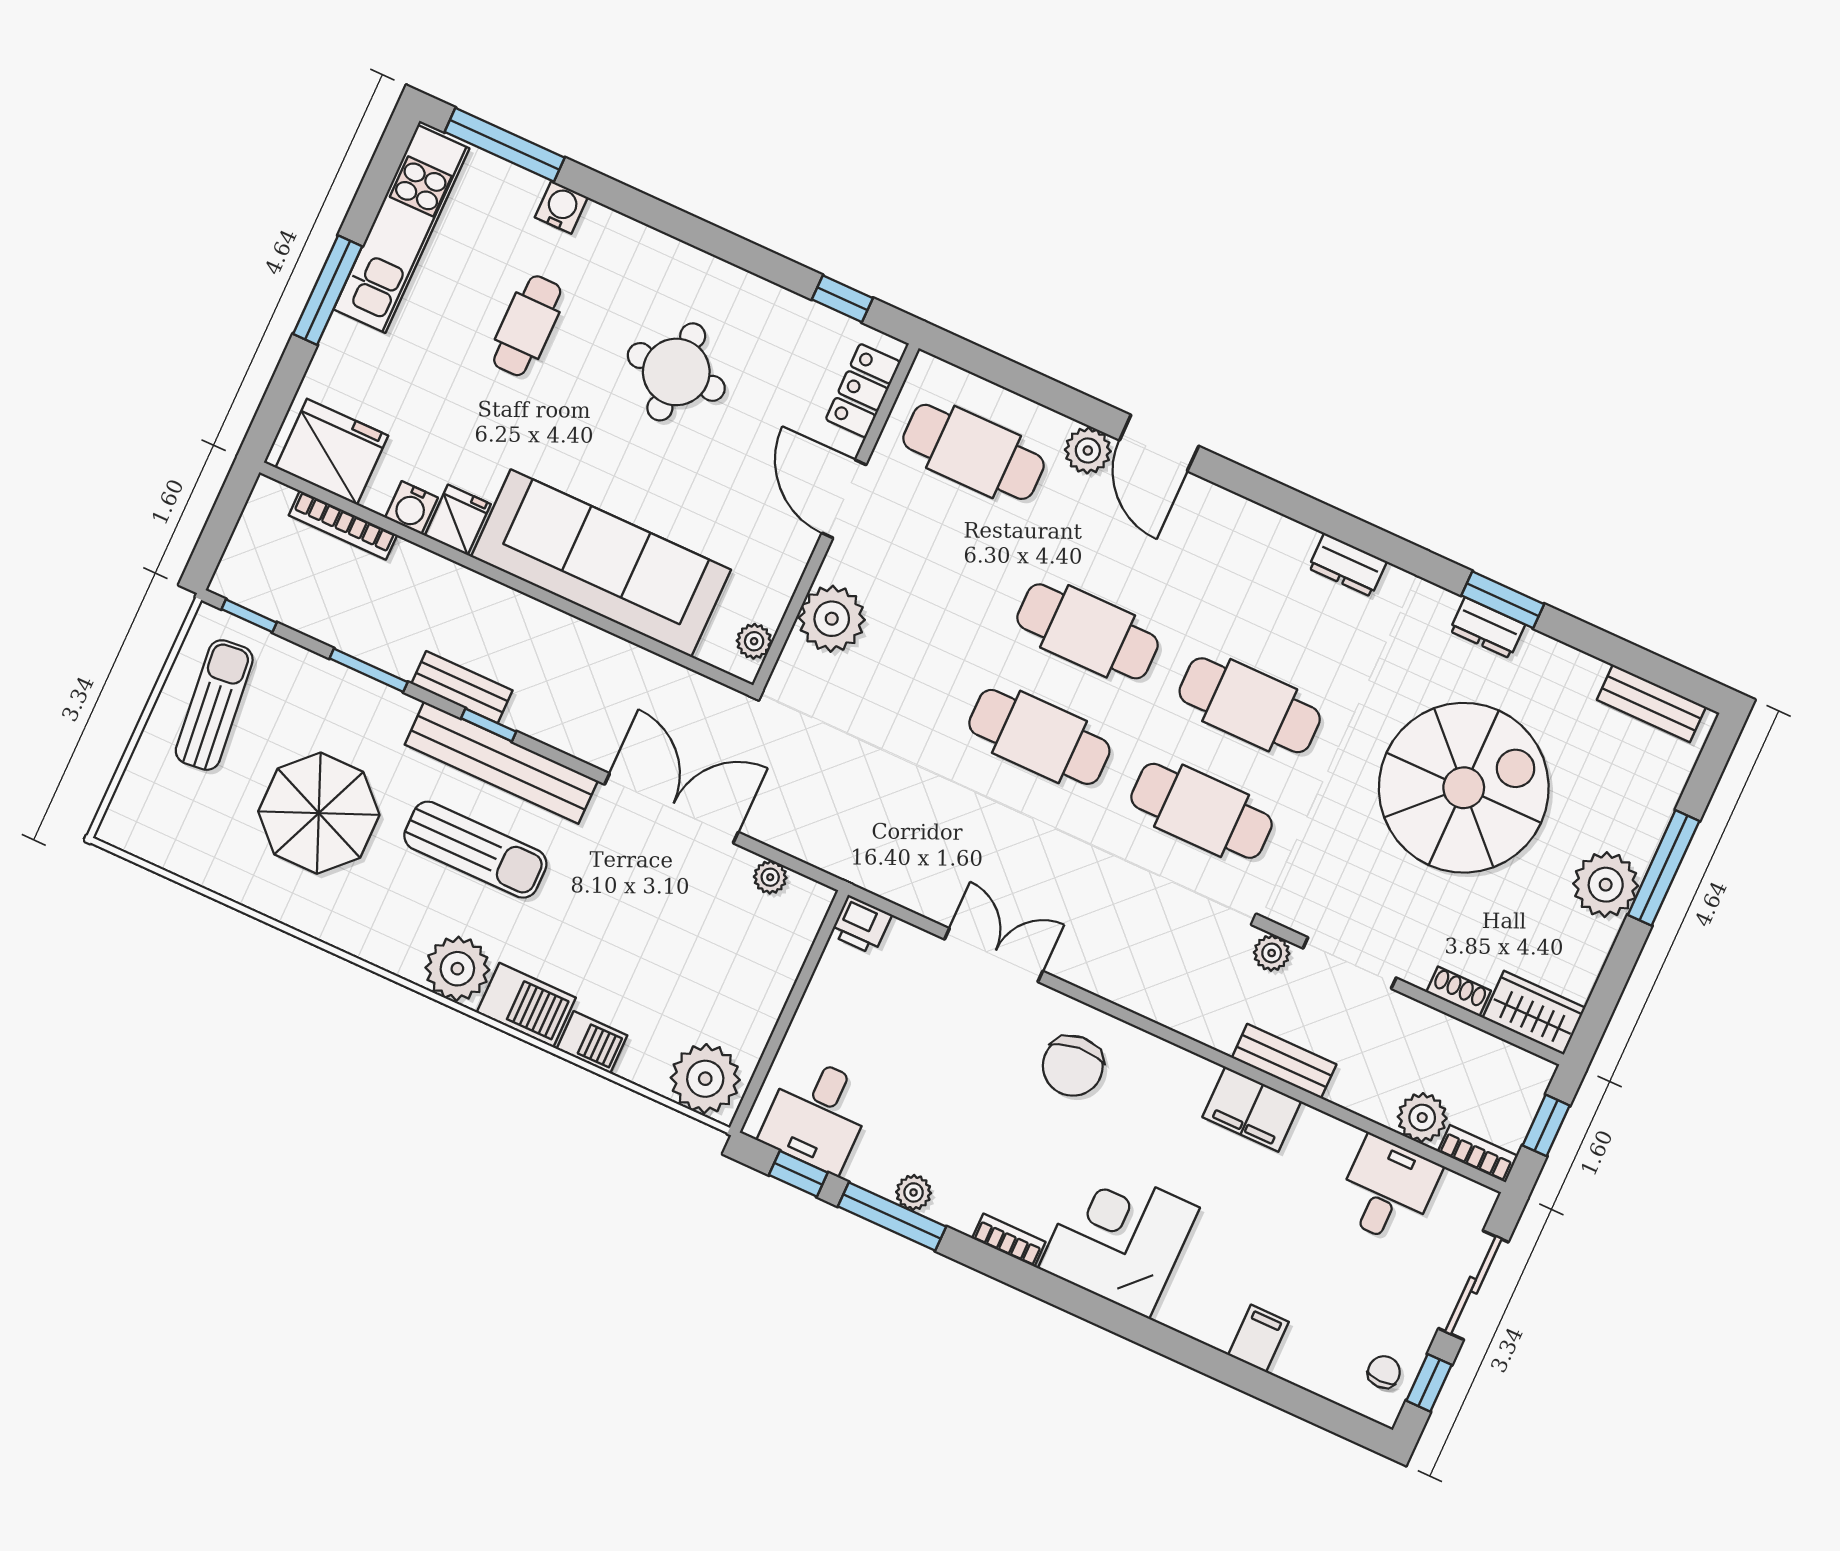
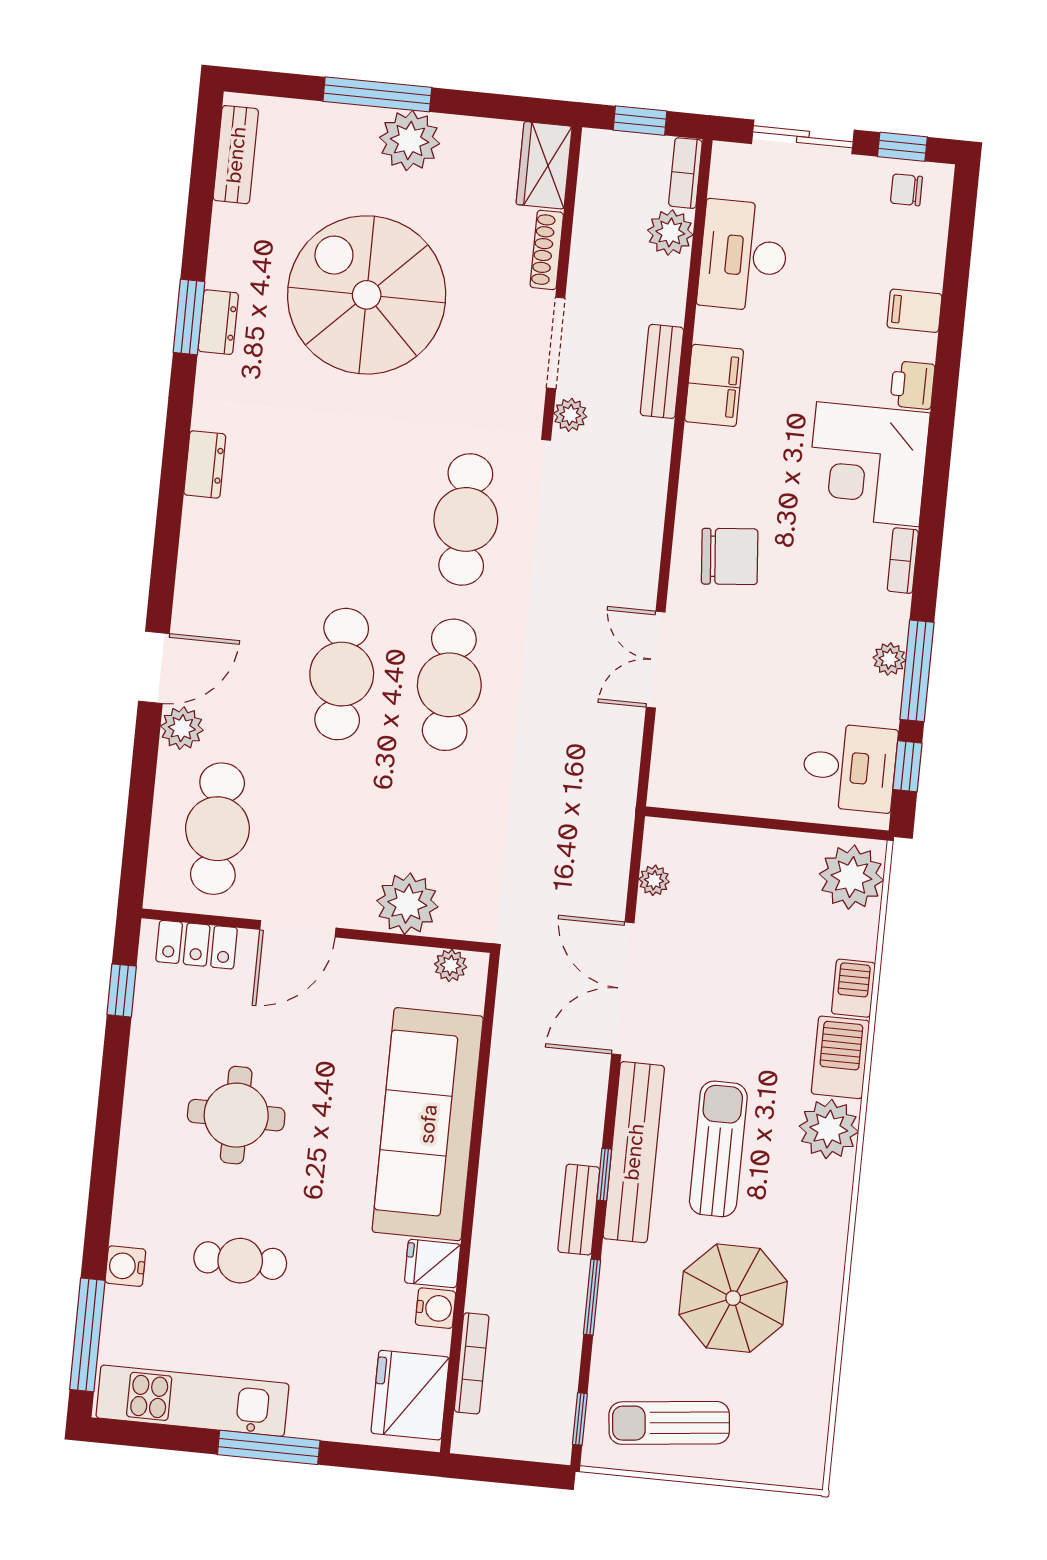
cafe table: (1250, 705) -> (358, 509), removed
printer: (861, 925) -> (912, 385), moved, turned 180
shoe rack: (1459, 991) -> (547, 250), width x1.43
desk: (1388, 1190) -> (743, 256), width x1.37

